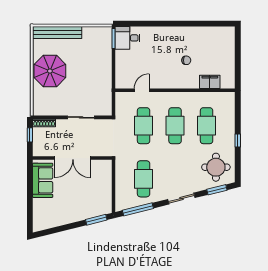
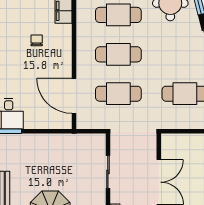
door: (142, 90) -> (74, 96), width x1.87

